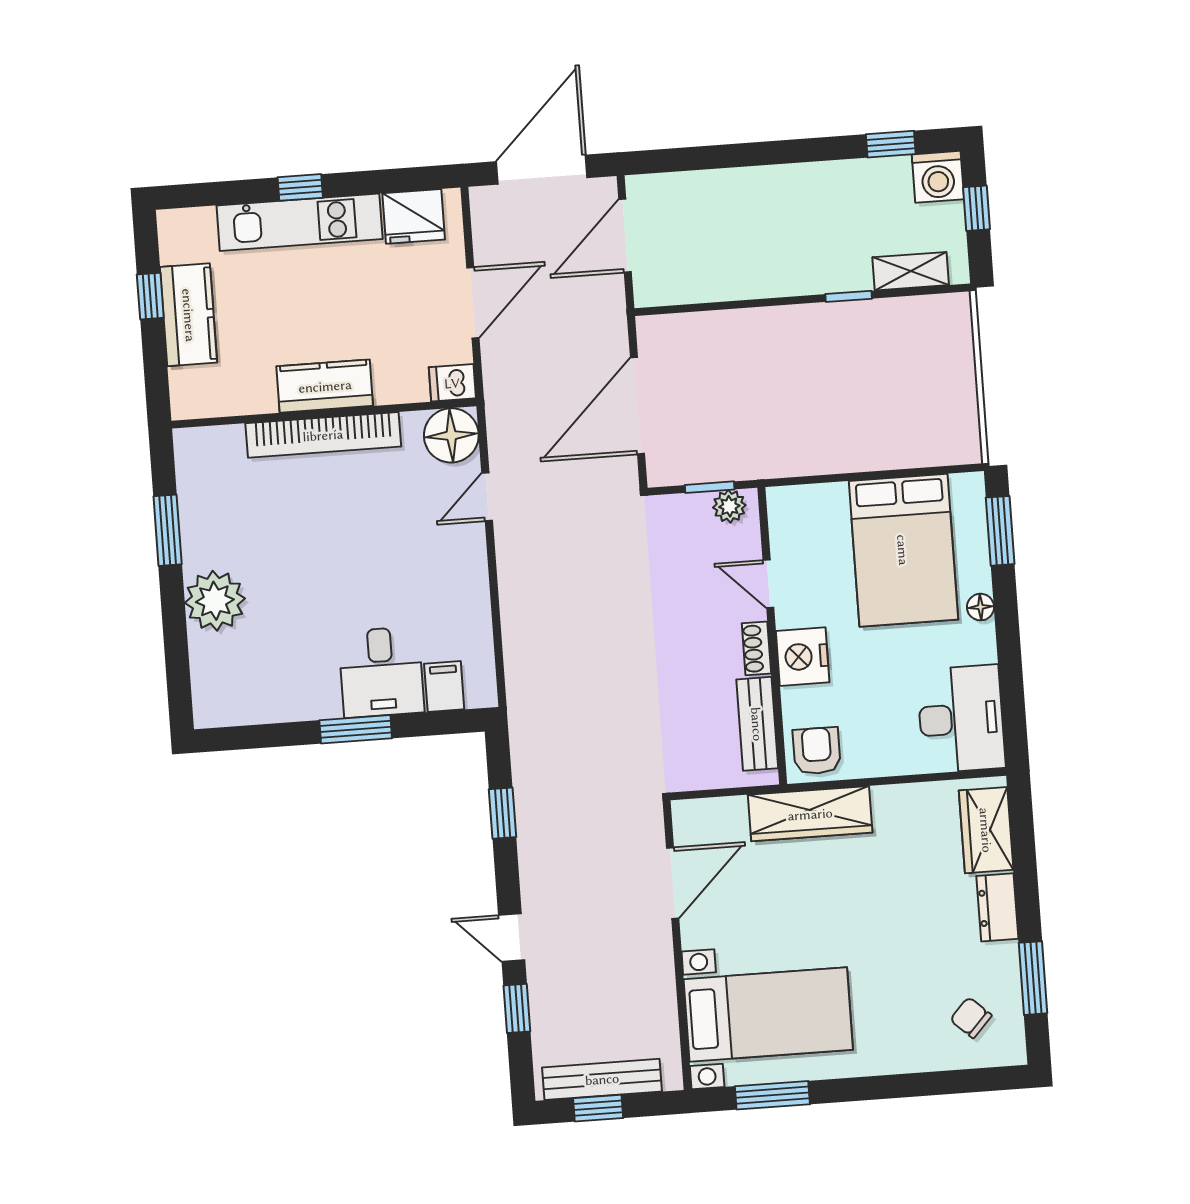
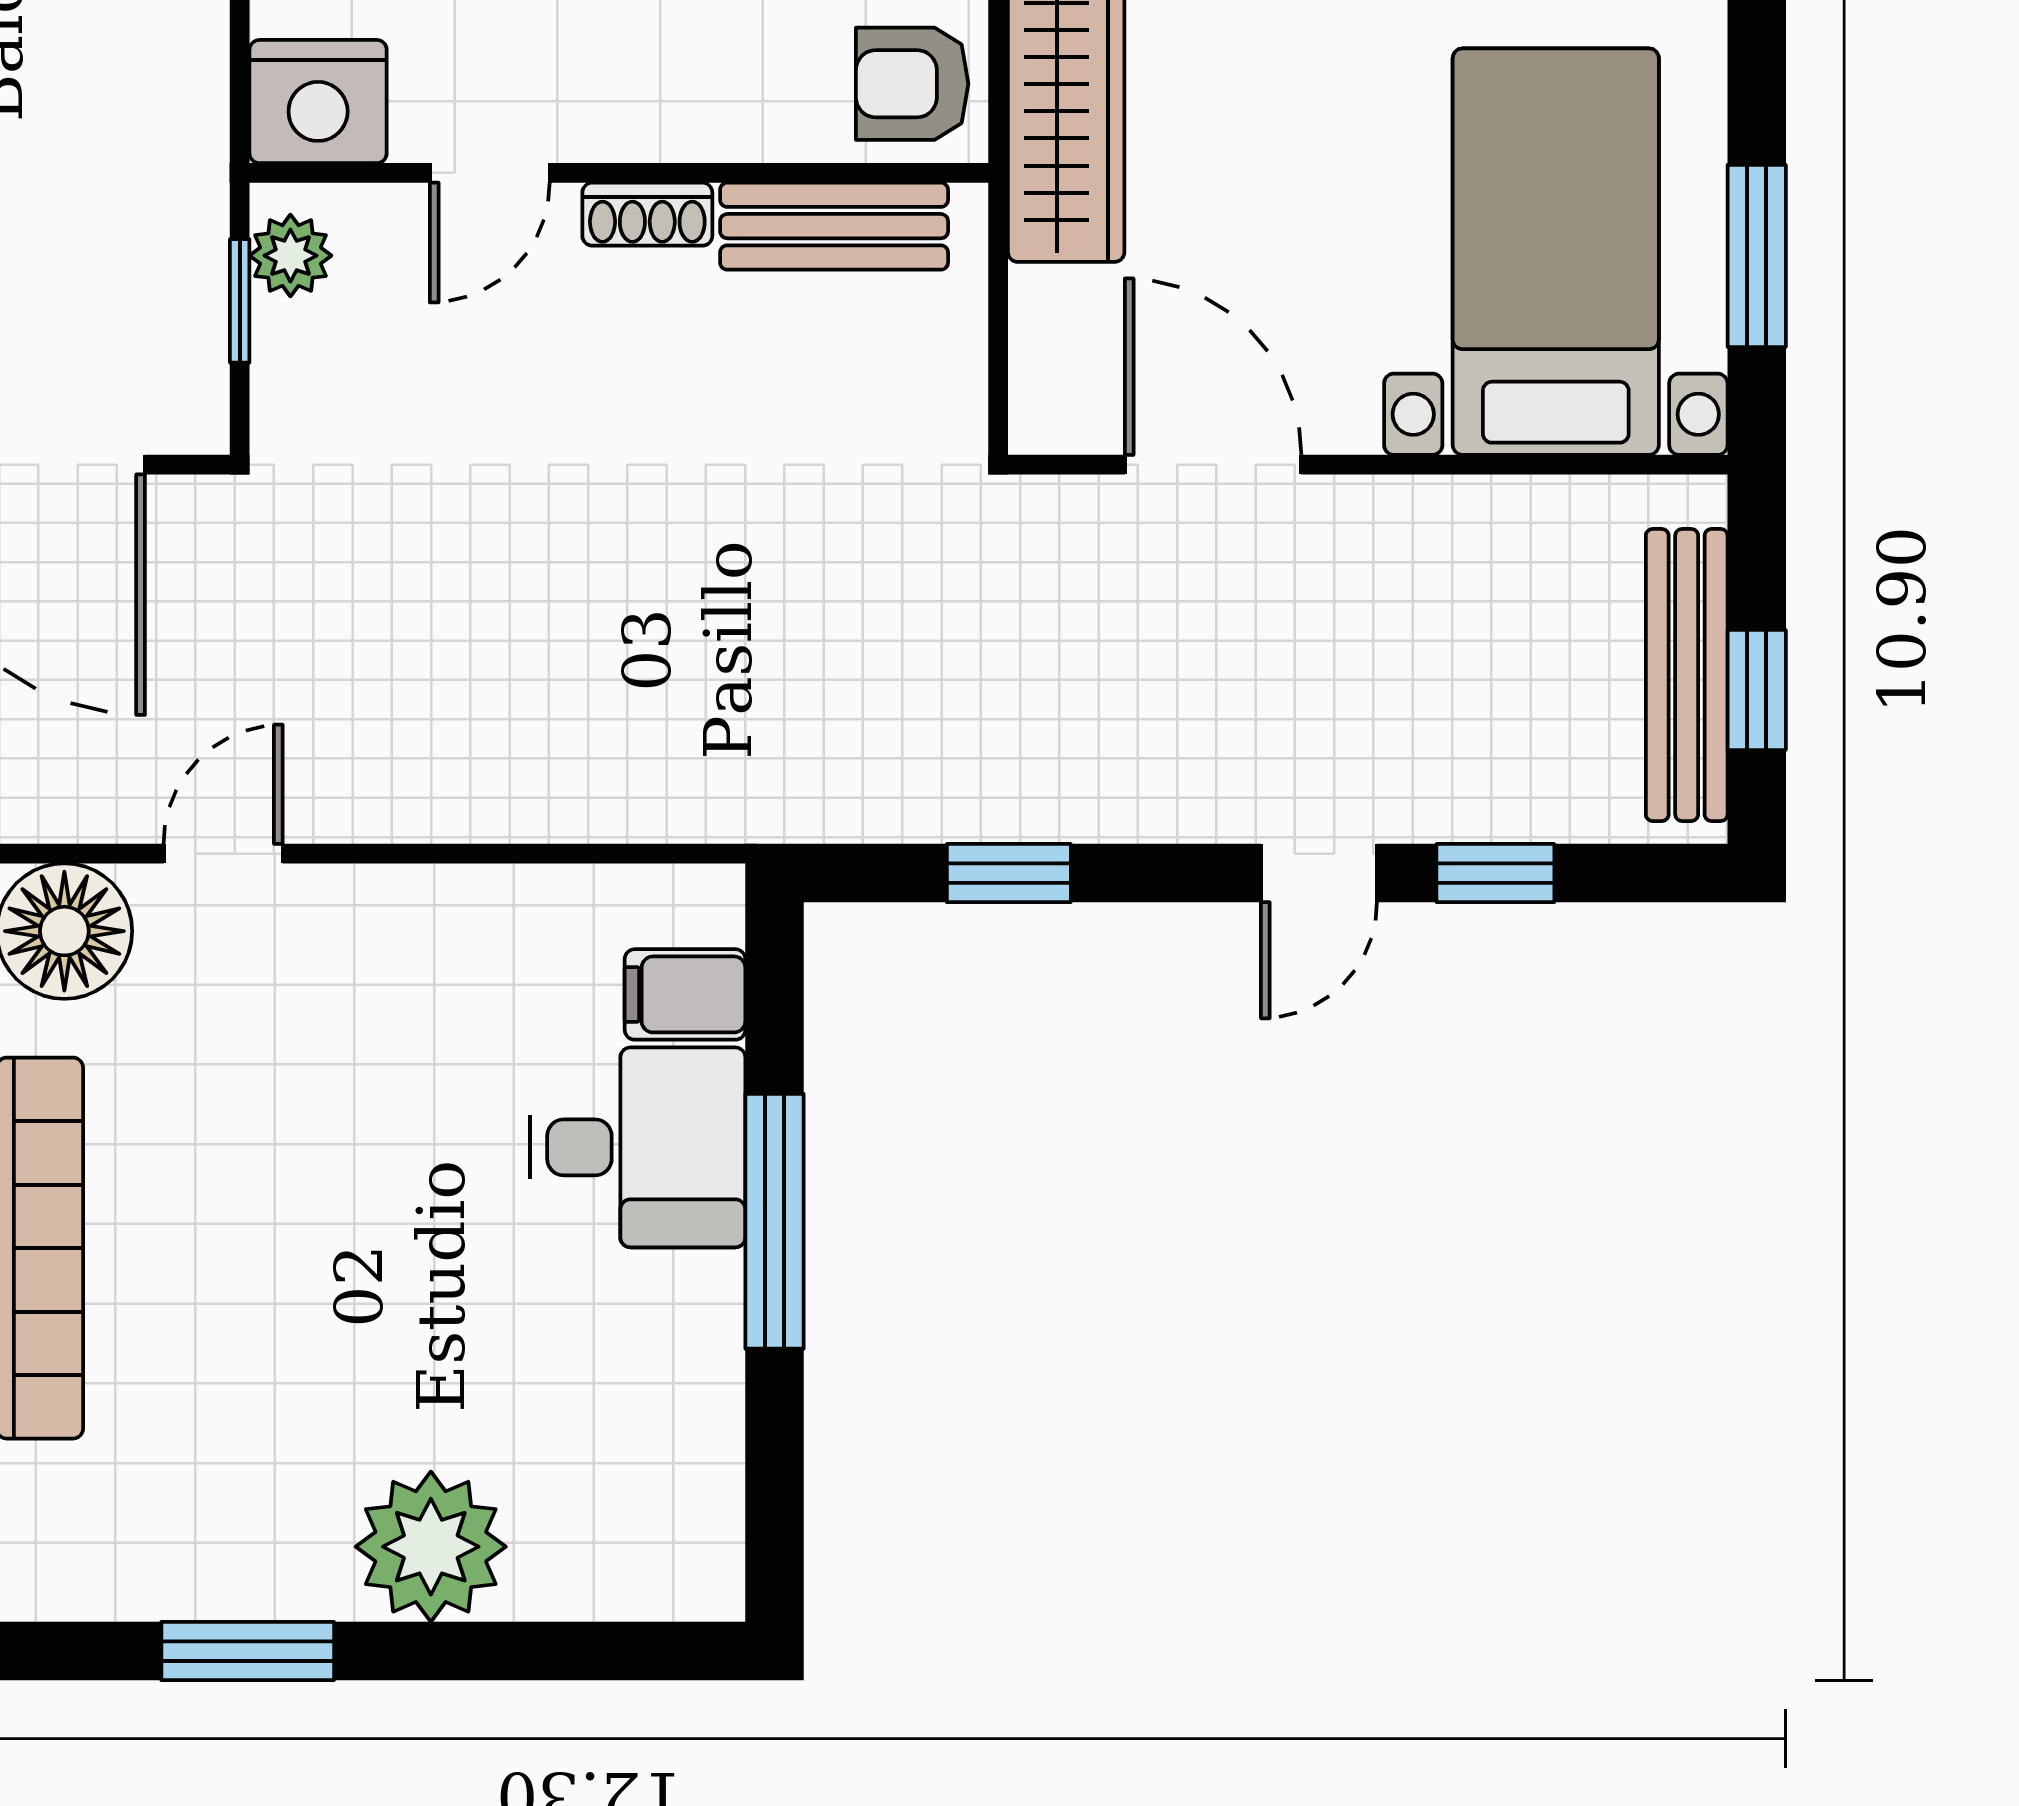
door: (487, 497) -> (223, 854), swing flipped
nightstand: (803, 657) -> (318, 102), moved
window: (356, 729) -> (775, 1221), width x1.44

